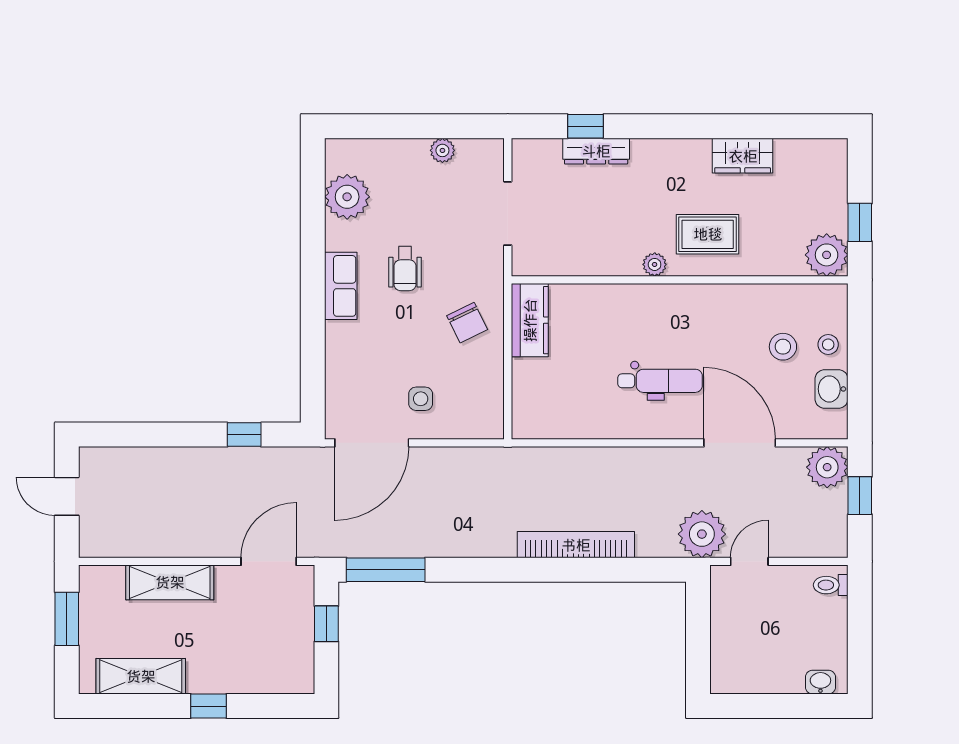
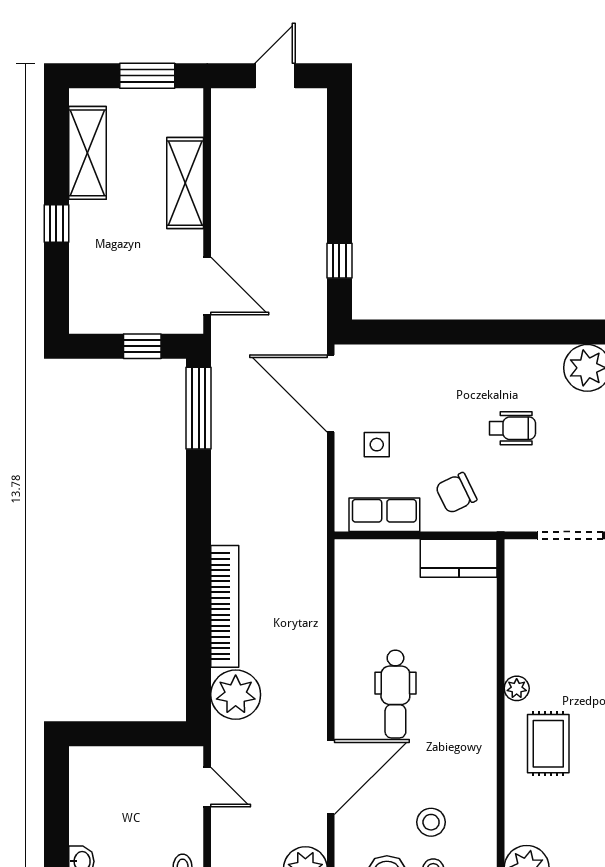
wheelchair: (405, 269) -> (512, 428), turned 180
row of seats: (341, 286) -> (384, 515), moved, turned 180
plant: (702, 534) -> (236, 695), moved

